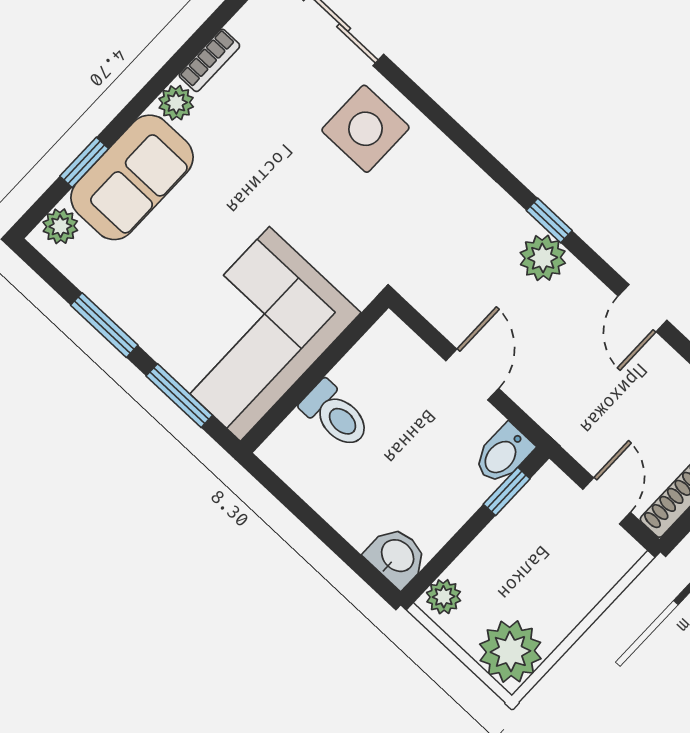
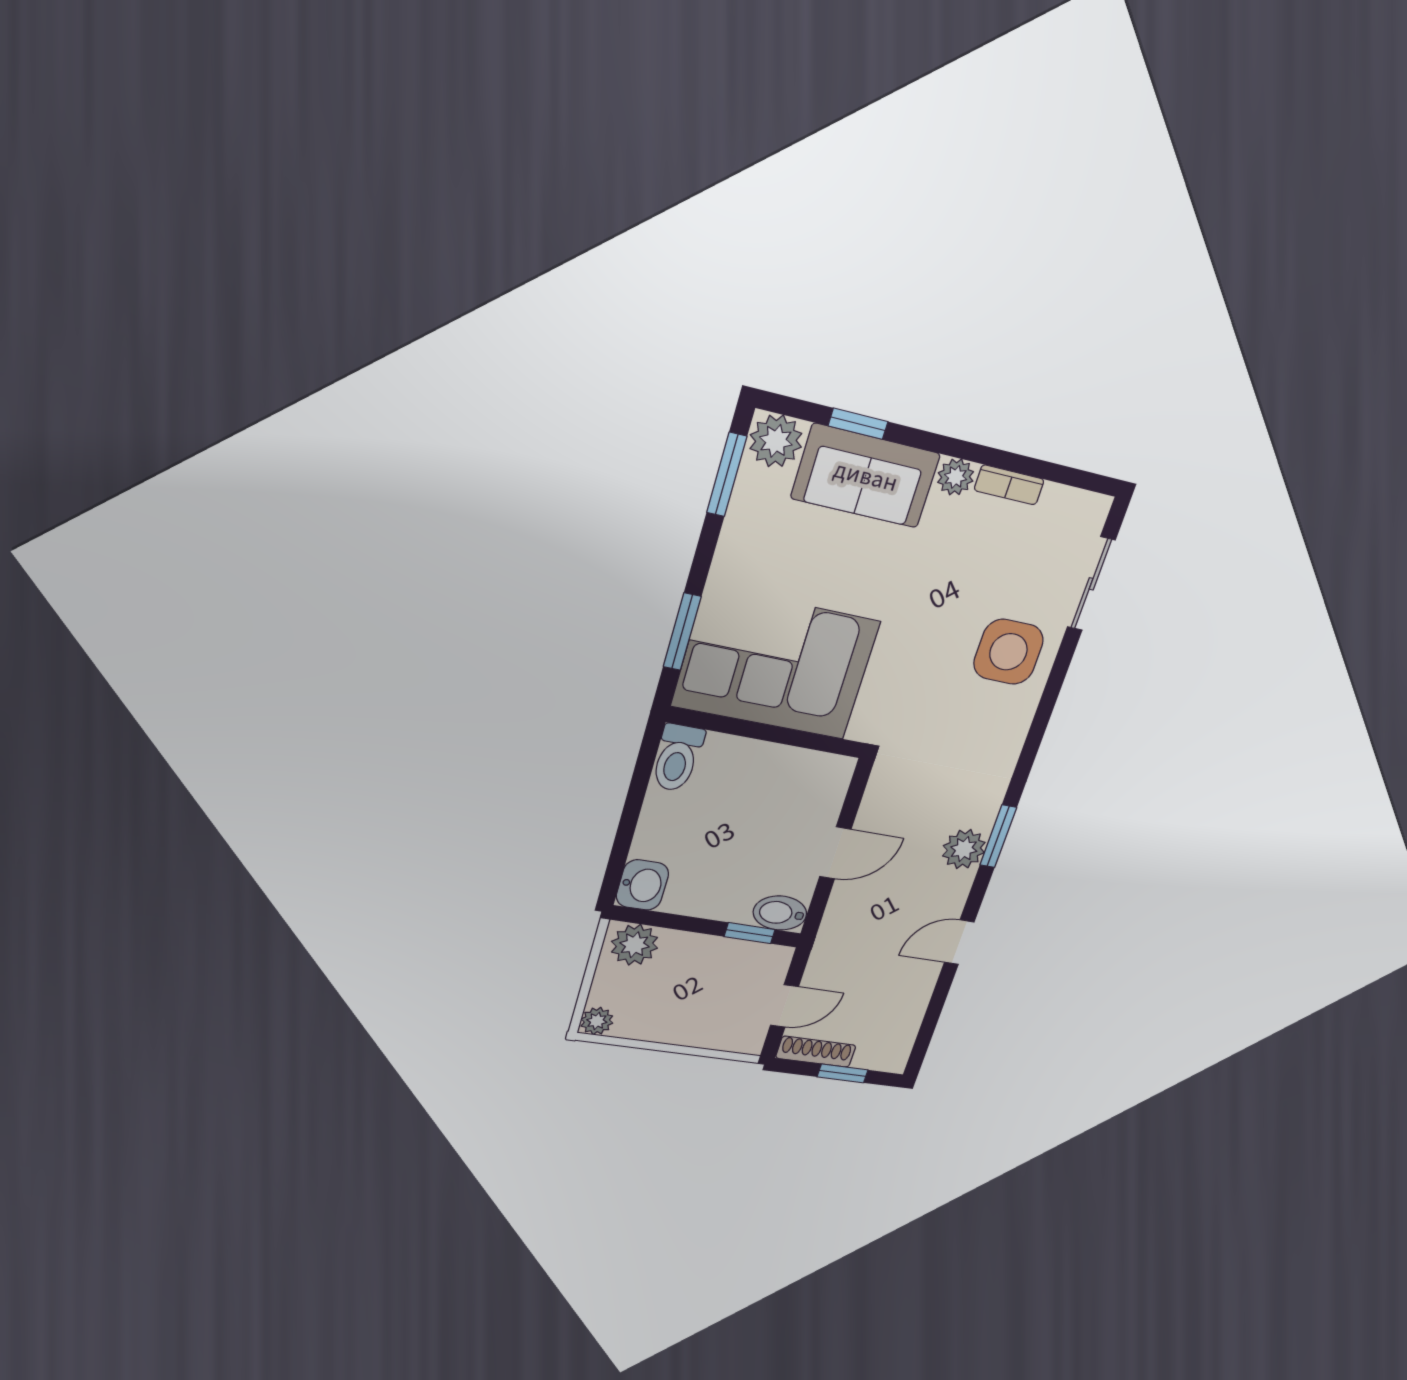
window: (549, 221) -> (998, 836), width x1.50
plant: (60, 226) -> (776, 441), width x1.38, depth x1.38
window: (104, 325) -> (727, 475), moved
toilet: (336, 415) -> (677, 758), moved
plant: (444, 597) -> (635, 945), width x1.38, depth x1.38
plant: (510, 651) -> (597, 1021), width x0.53, depth x0.53

